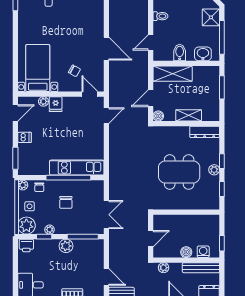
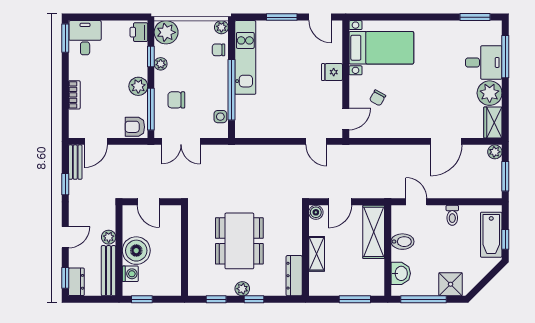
door: (106, 49) -> (446, 141), moved
door: (151, 98) -> (340, 202), swing flipped
plant: (43, 101) -> (336, 55), removed
dishwasher: (25, 137) -> (287, 30), removed
window: (15, 158) -> (282, 17), moved
kitchen unit: (77, 168) -> (245, 57), moved
chair: (66, 202) -> (176, 100), moved
side table: (30, 206) -> (220, 117), moved
armchair: (96, 248) -> (135, 127), added
boiler: (186, 252) -> (136, 251), width x1.86, depth x1.86
plant: (164, 268) -> (109, 237), moved

